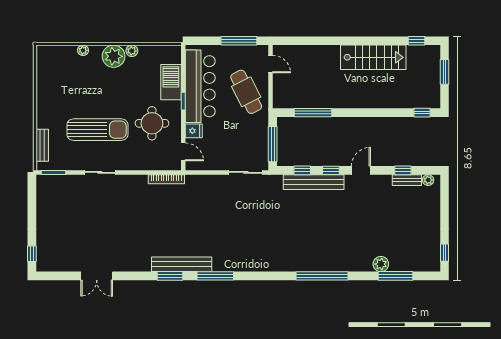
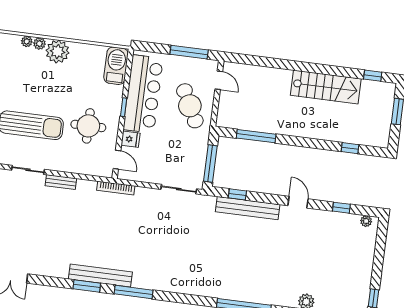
plant: (132, 51) -> (39, 44), moved
barbecue: (171, 82) -> (116, 66), moved
window: (422, 113) -> (350, 148), moved
window: (331, 170) -> (267, 198), removed
door: (361, 170) -> (298, 202), hinge flipped
bookcase: (166, 179) -> (116, 188), moved
bench: (407, 180) -> (61, 182), moved

